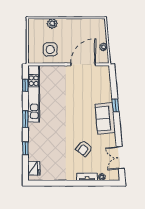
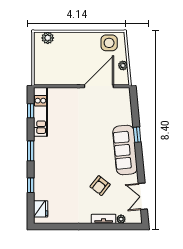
plant: (52, 24) -> (48, 38), moved
side table: (50, 49) -> (109, 43), moved
kitchen unit: (34, 94) -> (40, 112), width x0.73
sofa: (105, 118) -> (125, 150), width x1.36

